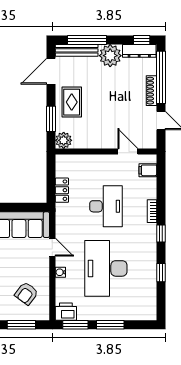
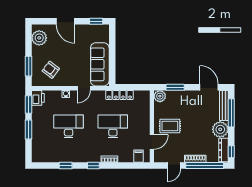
rug: (72, 102) -> (170, 126), moved
locker: (62, 190) -> (119, 95), width x1.53
desk: (106, 206) -> (113, 126), turned 180
desk: (106, 268) -> (69, 126), width x0.73, depth x0.77

